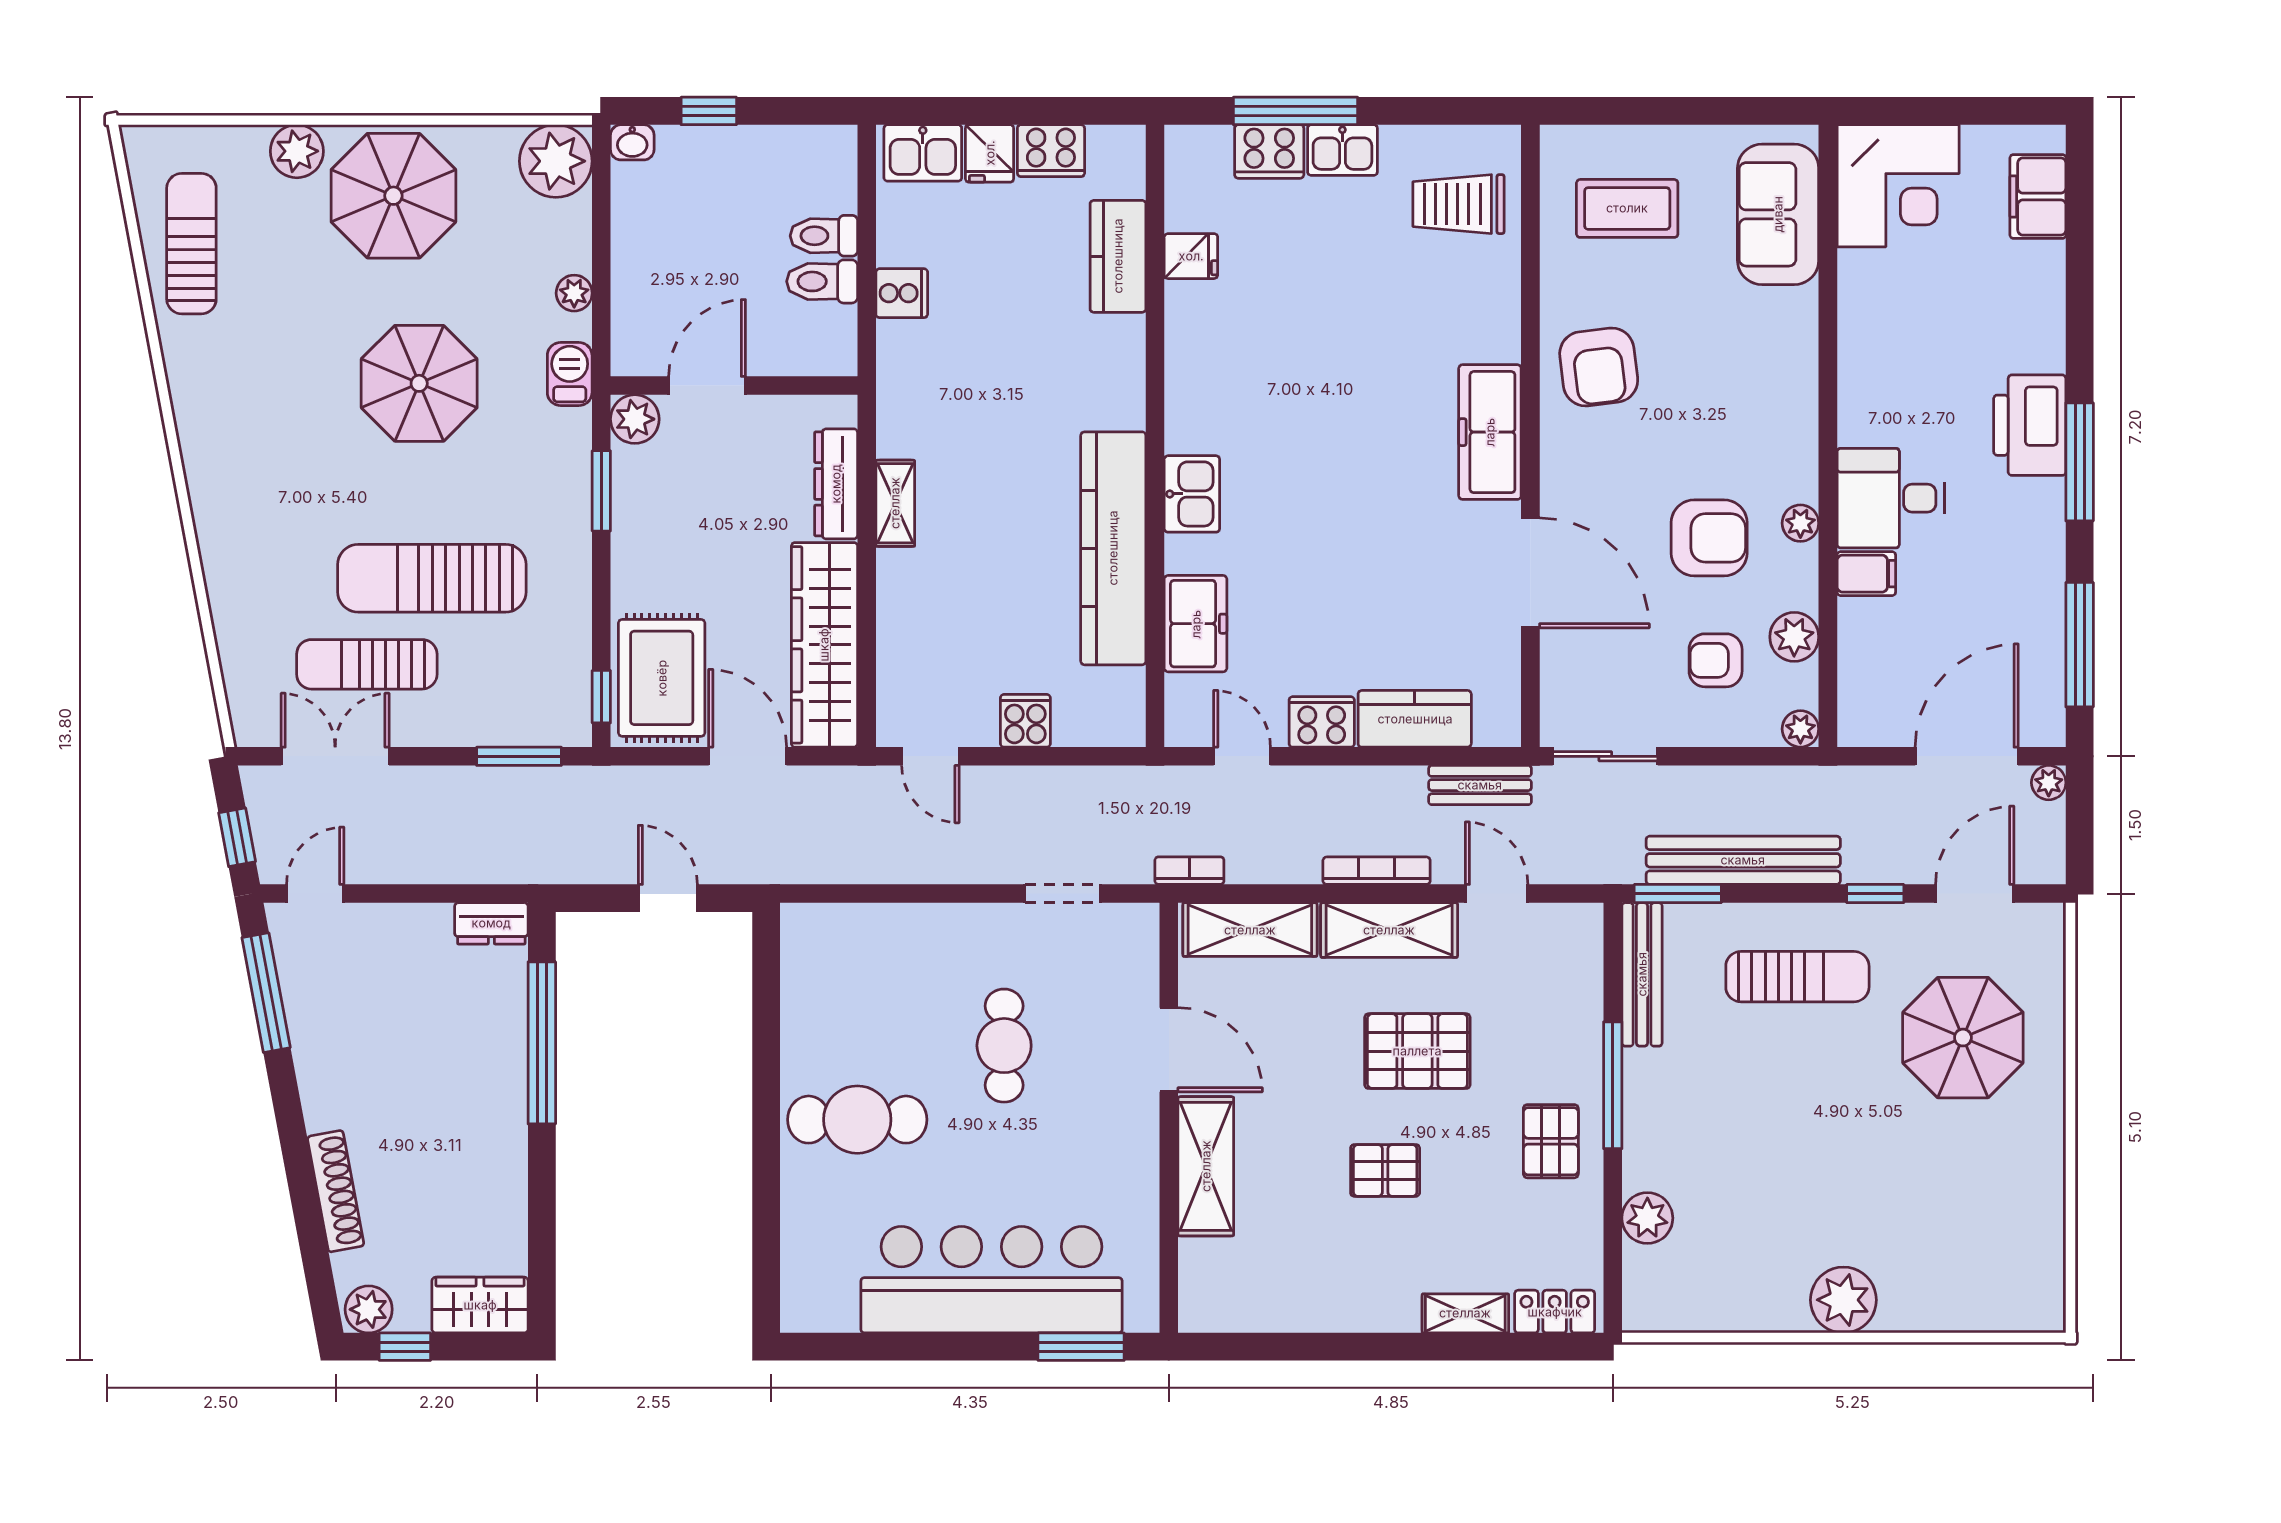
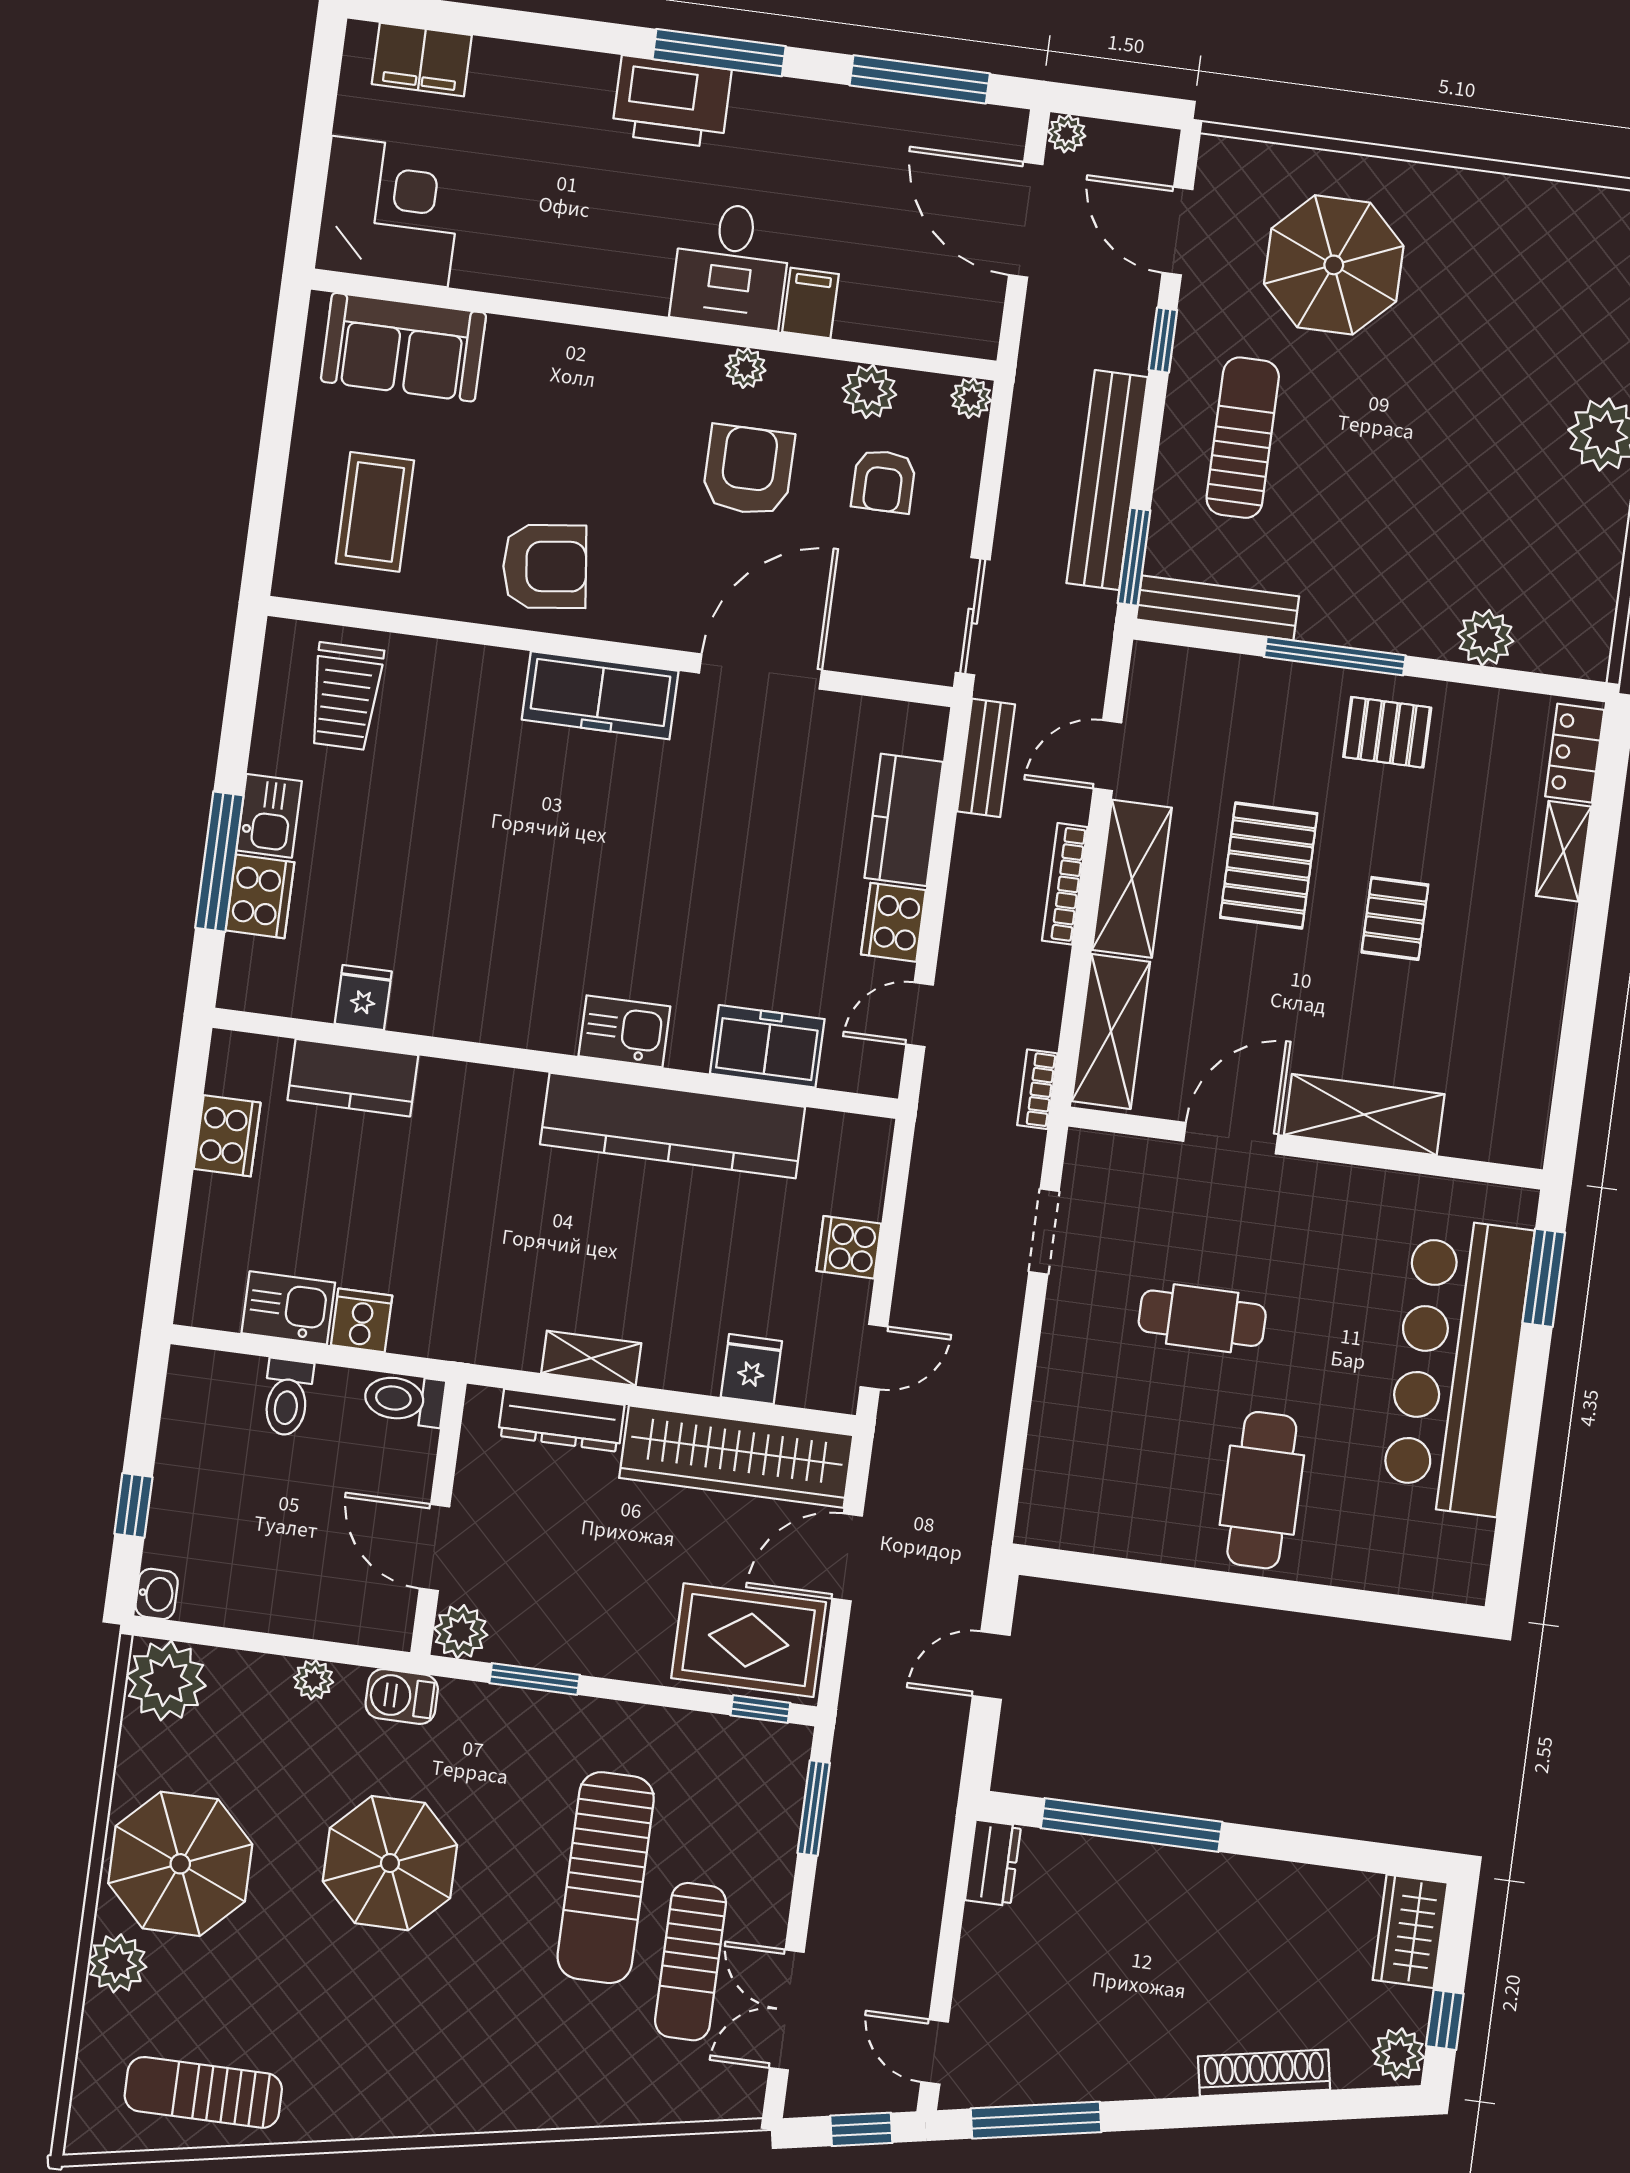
kitchen sink: (923, 153) -> (288, 1308), moved, turned -90
fridge: (990, 153) -> (751, 1369), moved, turned -90
toilet: (822, 281) -> (404, 1399), moved, turned 90

